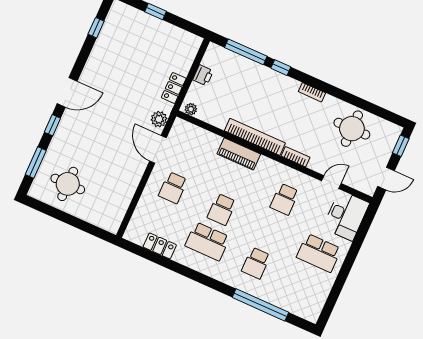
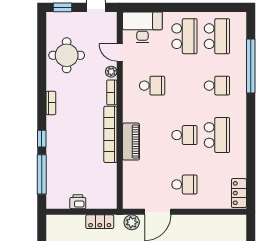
plant: (191, 109) -> (111, 72), moved
locker: (160, 246) -> (239, 193), moved
school desk: (305, 285) -> (217, 36), added

